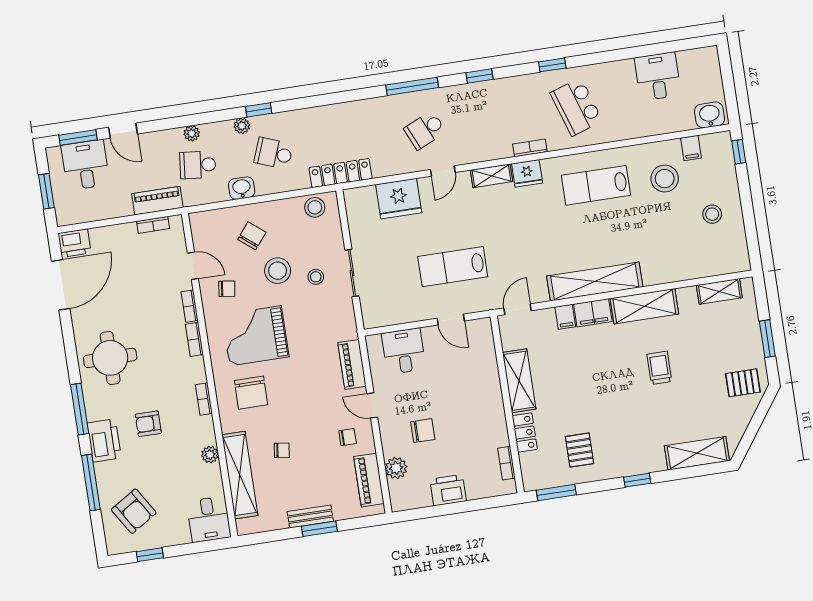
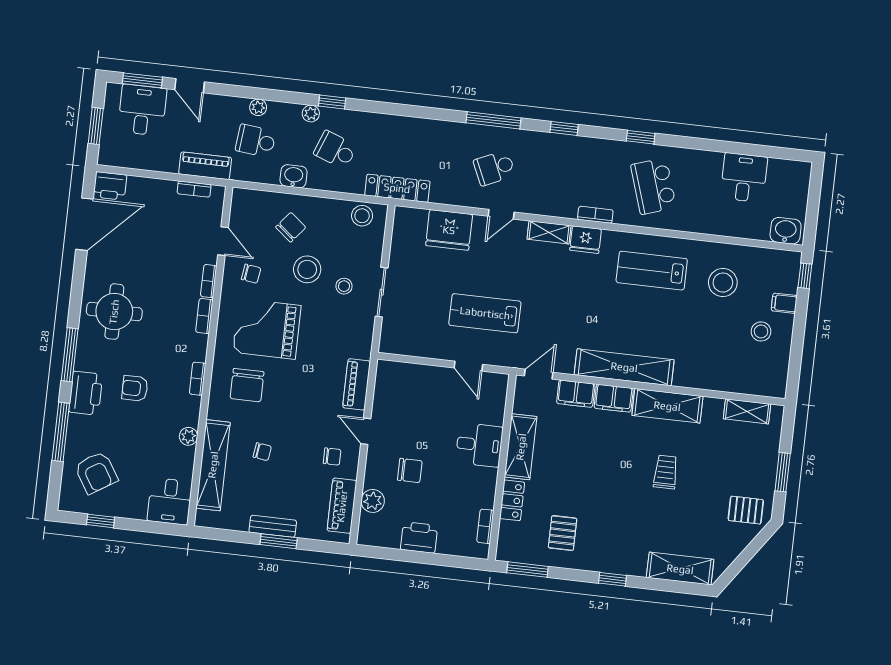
filing cabinet: (691, 148) -> (784, 303), moved, turned 90
filing cabinet: (565, 317) -> (576, 394), width x2.00
desk: (404, 351) -> (479, 445), moved, turned 90

